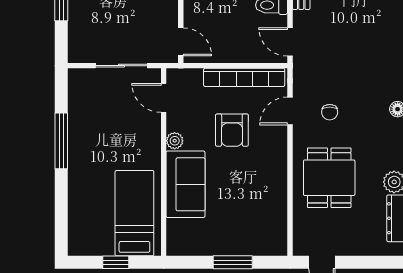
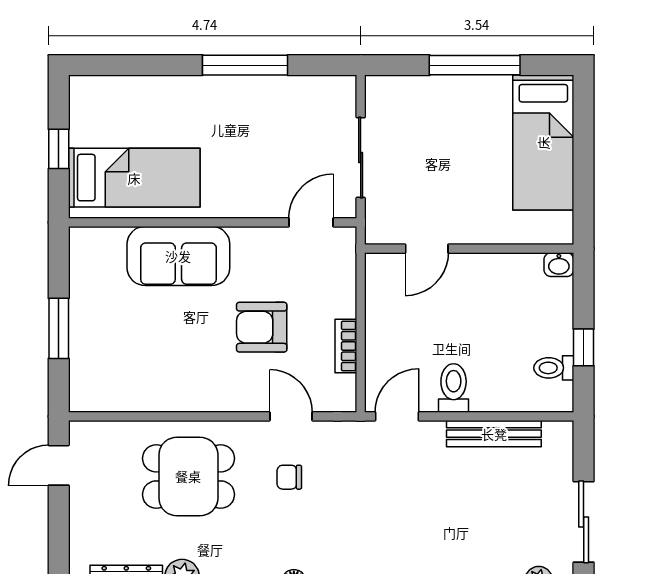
door: (181, 42) -> (427, 249), moved
bookcase: (244, 77) -> (346, 346), width x0.43, depth x0.76
plant: (175, 141) -> (245, 239), removed

